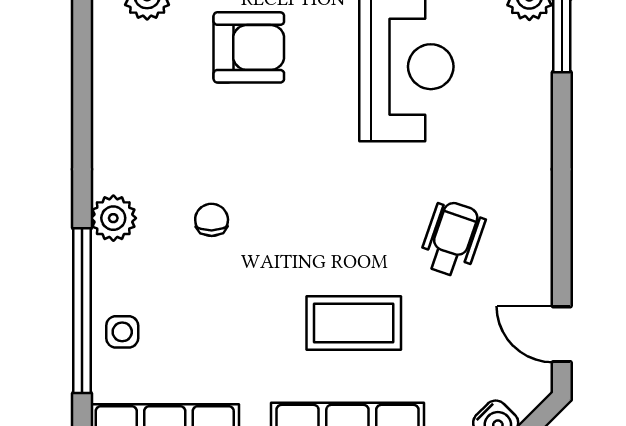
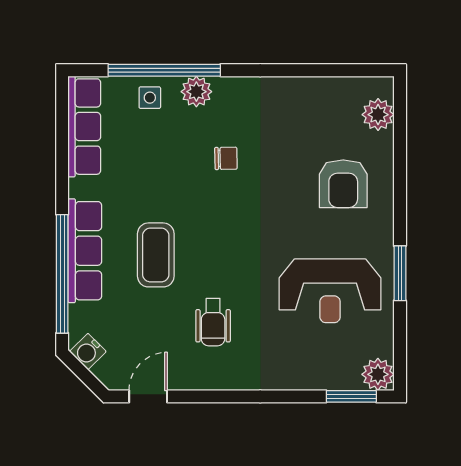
plant: (113, 218) -> (196, 92), moved
wheelchair: (452, 239) -> (213, 322), turned 71

